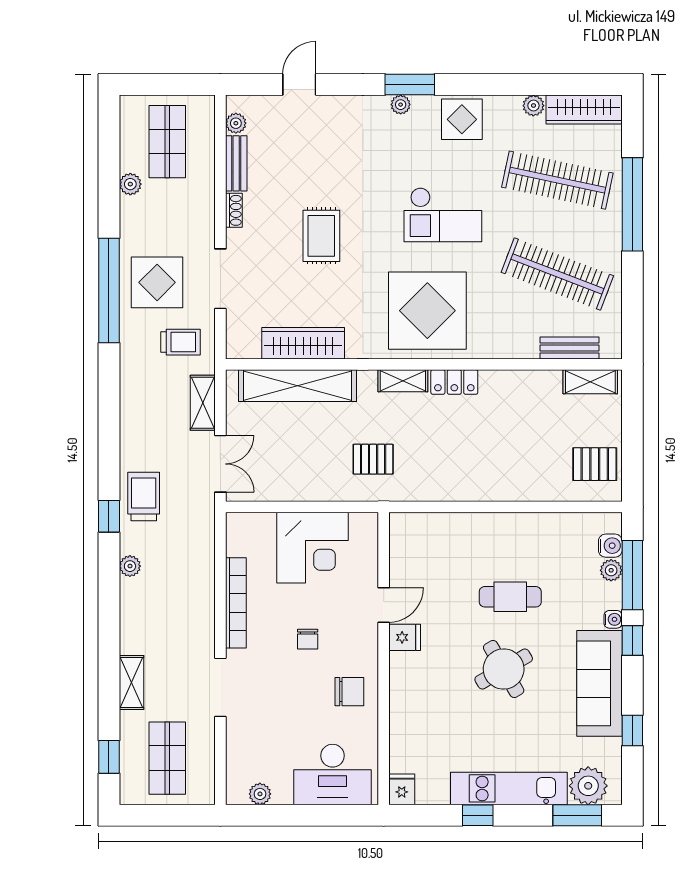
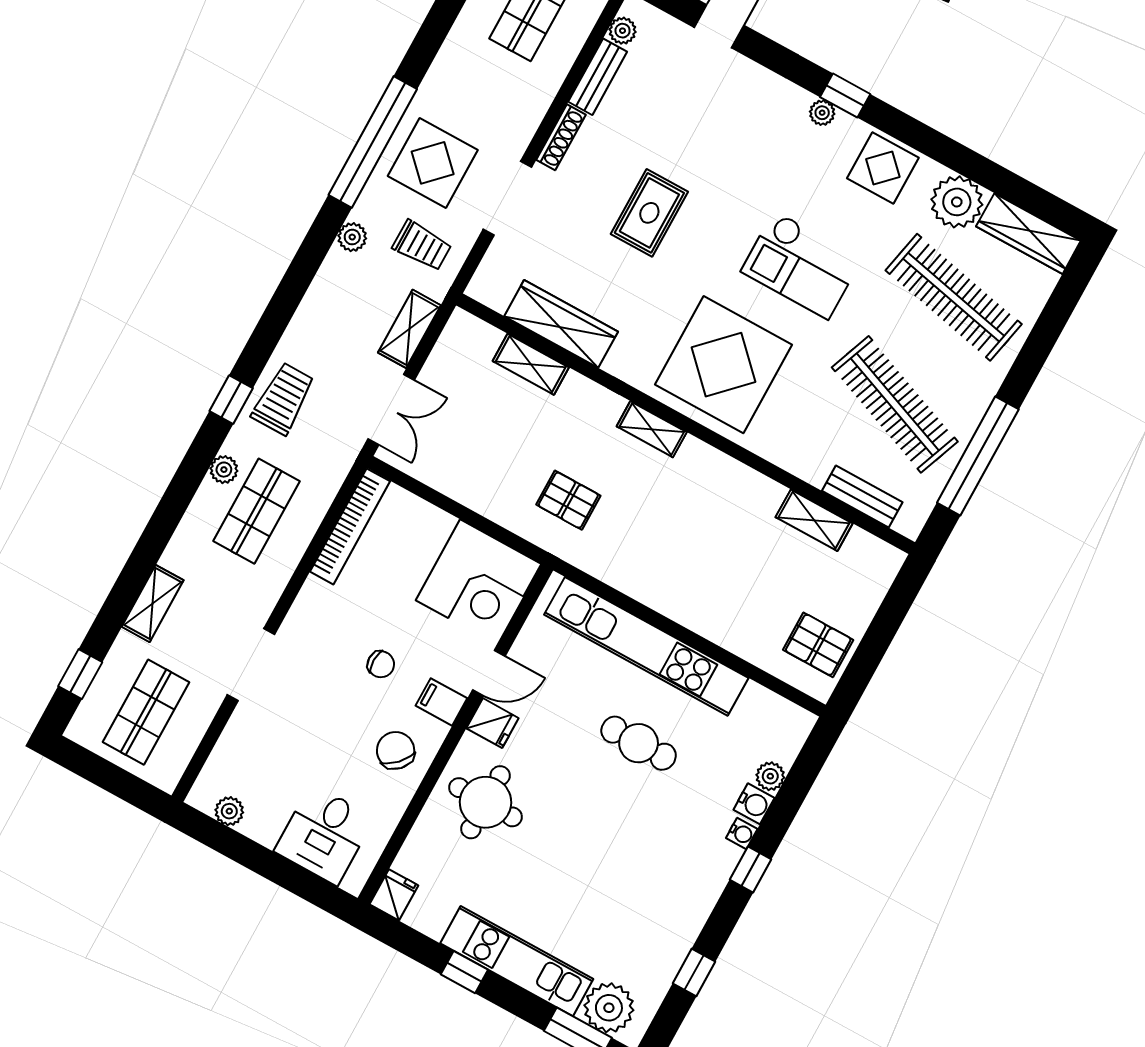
window: (410, 85) -> (845, 96), width x0.67
plant: (533, 106) -> (957, 202), width x1.88, depth x1.88
plant: (130, 184) -> (352, 237), moved
window: (632, 204) -> (978, 456), moved
shoe rack: (234, 210) -> (561, 137), width x1.43
locker: (454, 382) -> (709, 463), removed
shelving: (590, 382) -> (814, 520), moved
shelving: (298, 386) -> (531, 364), width x0.45, depth x0.75
kitchen unit: (480, 529) -> (646, 646), added
water cooler: (610, 546) -> (754, 804), moved
corner desk: (312, 548) -> (478, 582), moved
window: (632, 575) -> (792, 795), removed
shop shelf: (167, 582) -> (256, 511), added
bookcase: (236, 603) -> (350, 526), moved
chair: (308, 639) -> (381, 664), turned -90
filing cabinet: (362, 642) -> (441, 702), added
round table: (504, 669) -> (486, 802), moved, turned 30
sofa: (599, 683) -> (686, 898), removed
chair: (349, 692) -> (396, 750), turned -136
desk: (333, 775) -> (324, 834), width x0.73

